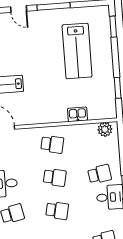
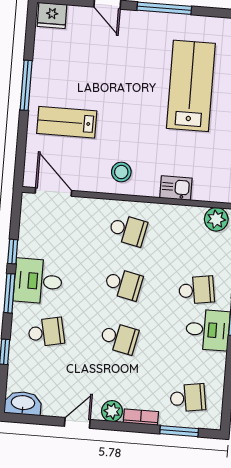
lab bench: (77, 51) -> (191, 86), turned 180
stool: (43, 110) -> (121, 172), added

